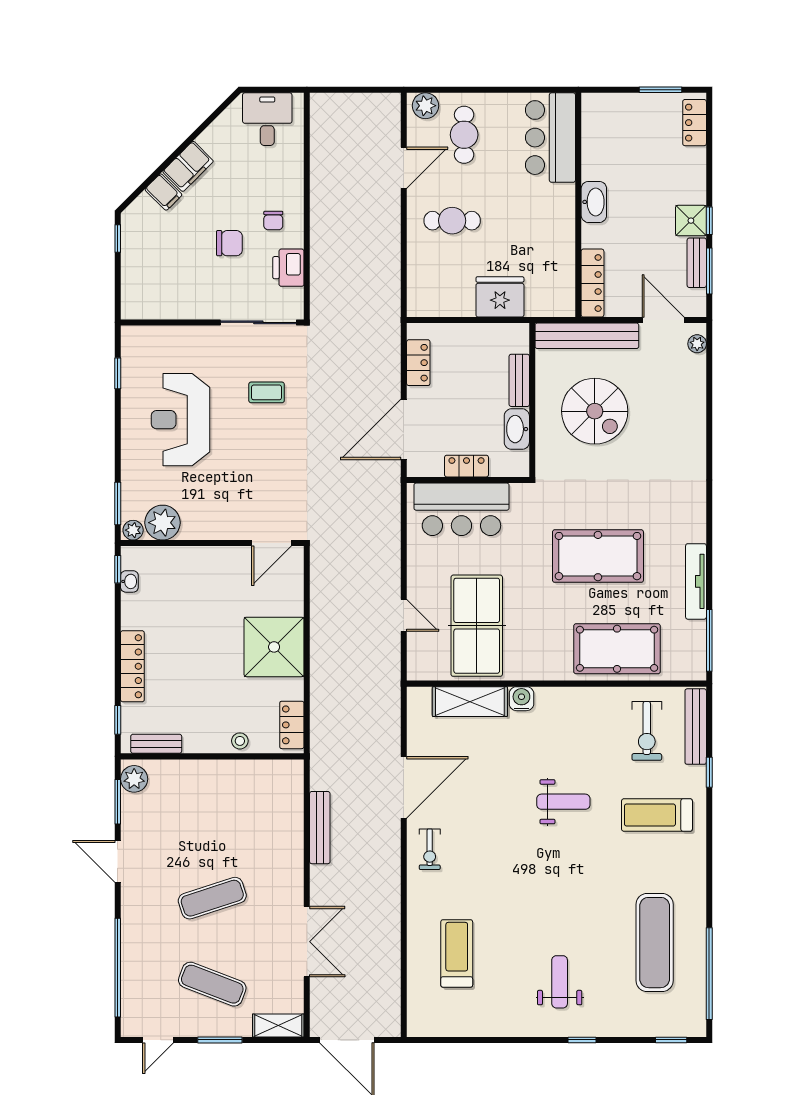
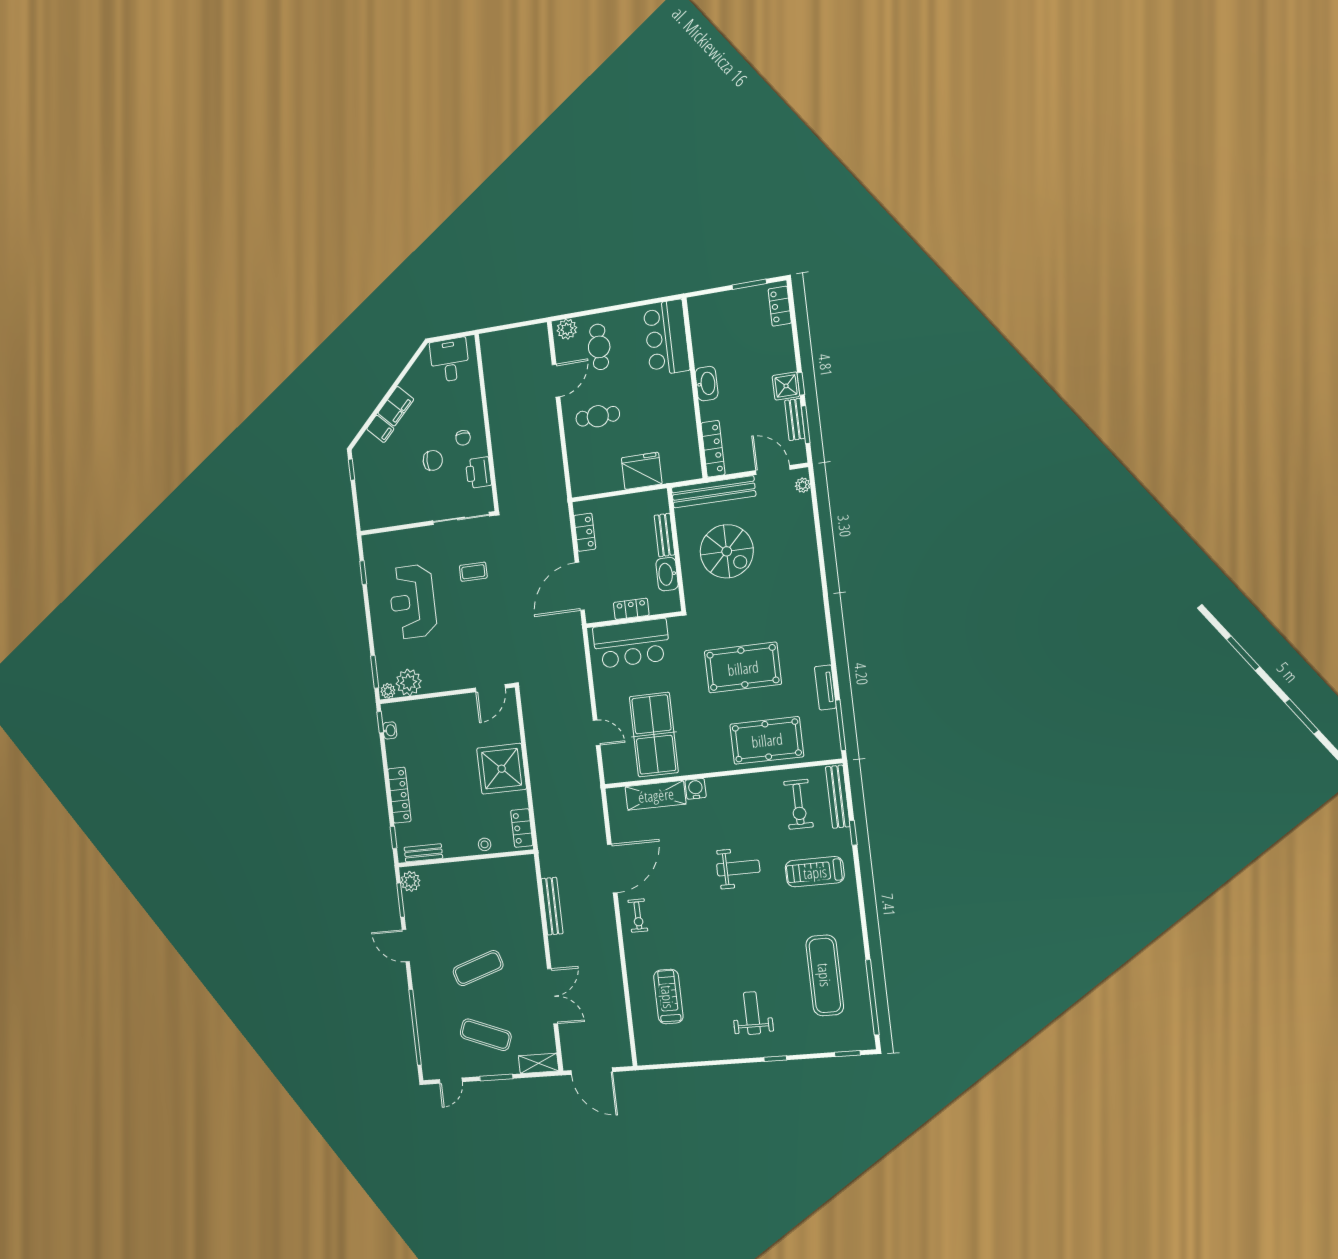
tv unit: (696, 581) -> (825, 687), width x0.71

